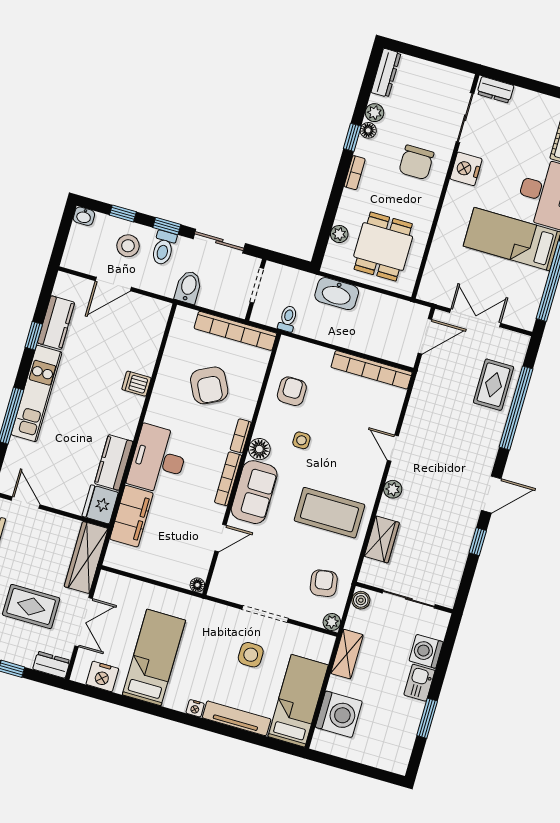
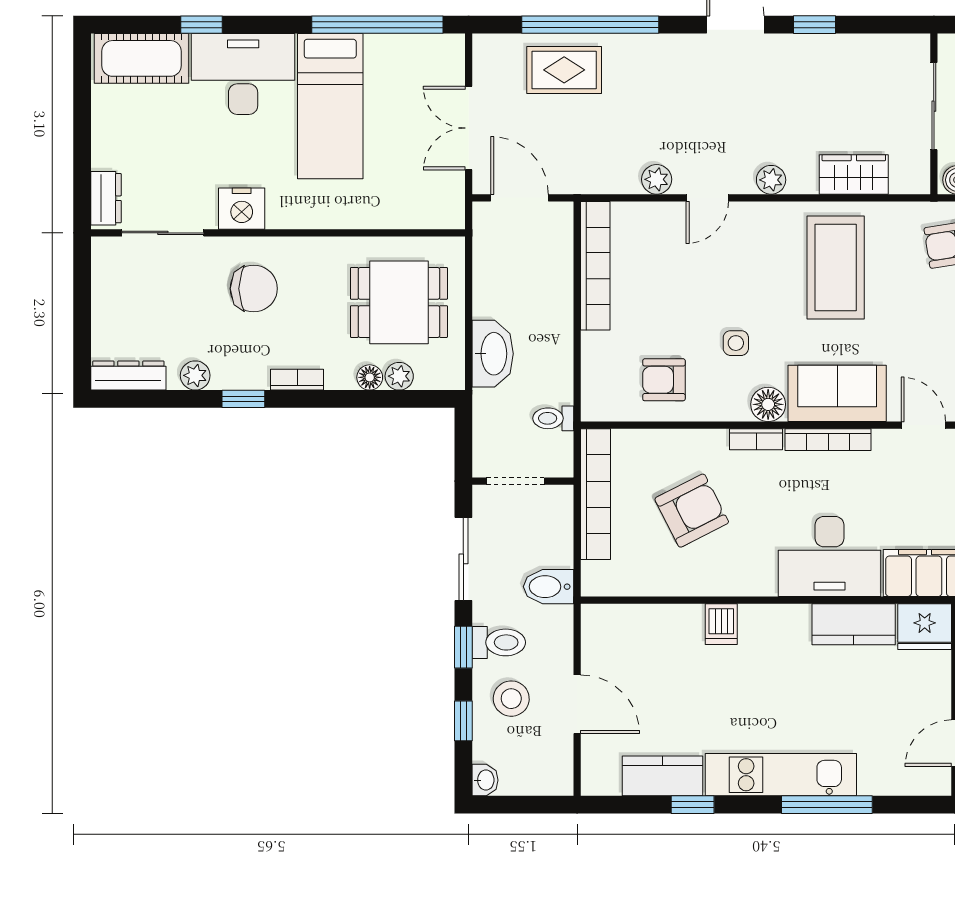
floor lamp: (368, 130) -> (370, 377), moved
plant: (413, 421) -> (657, 179), added

